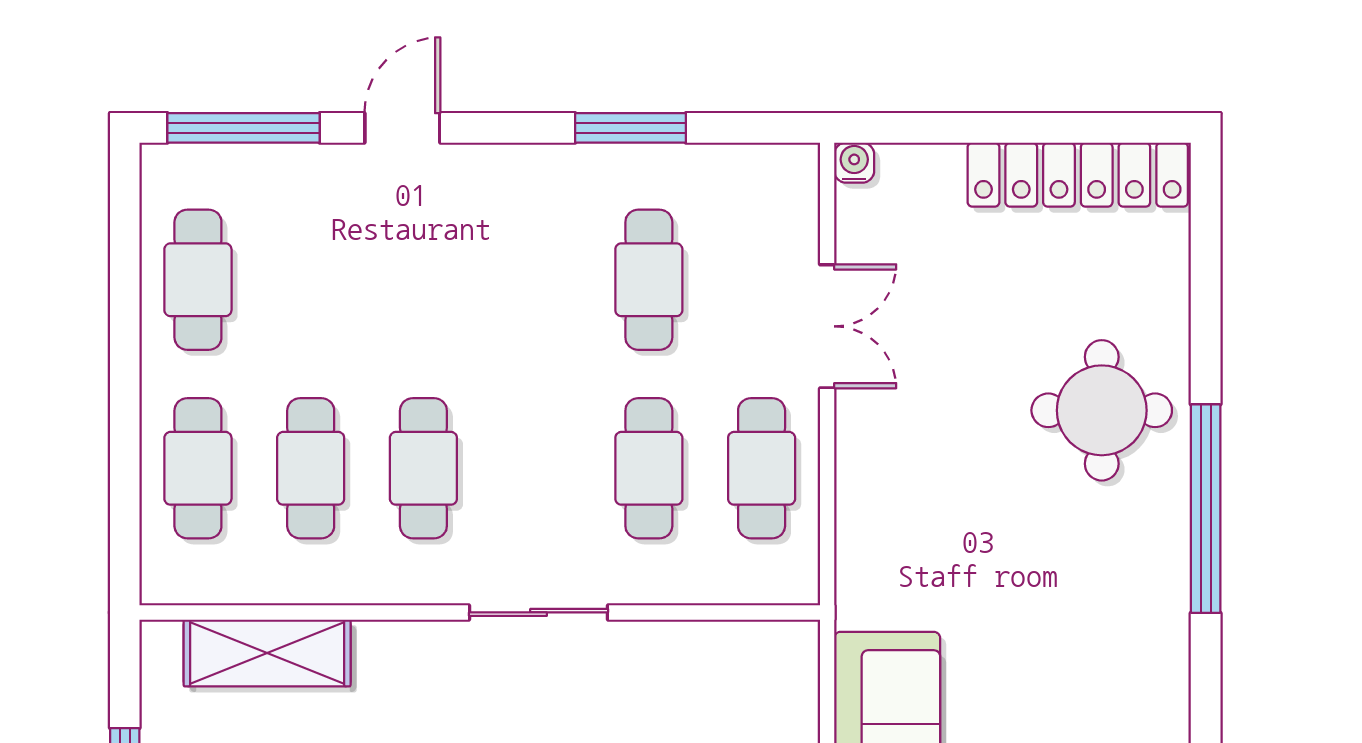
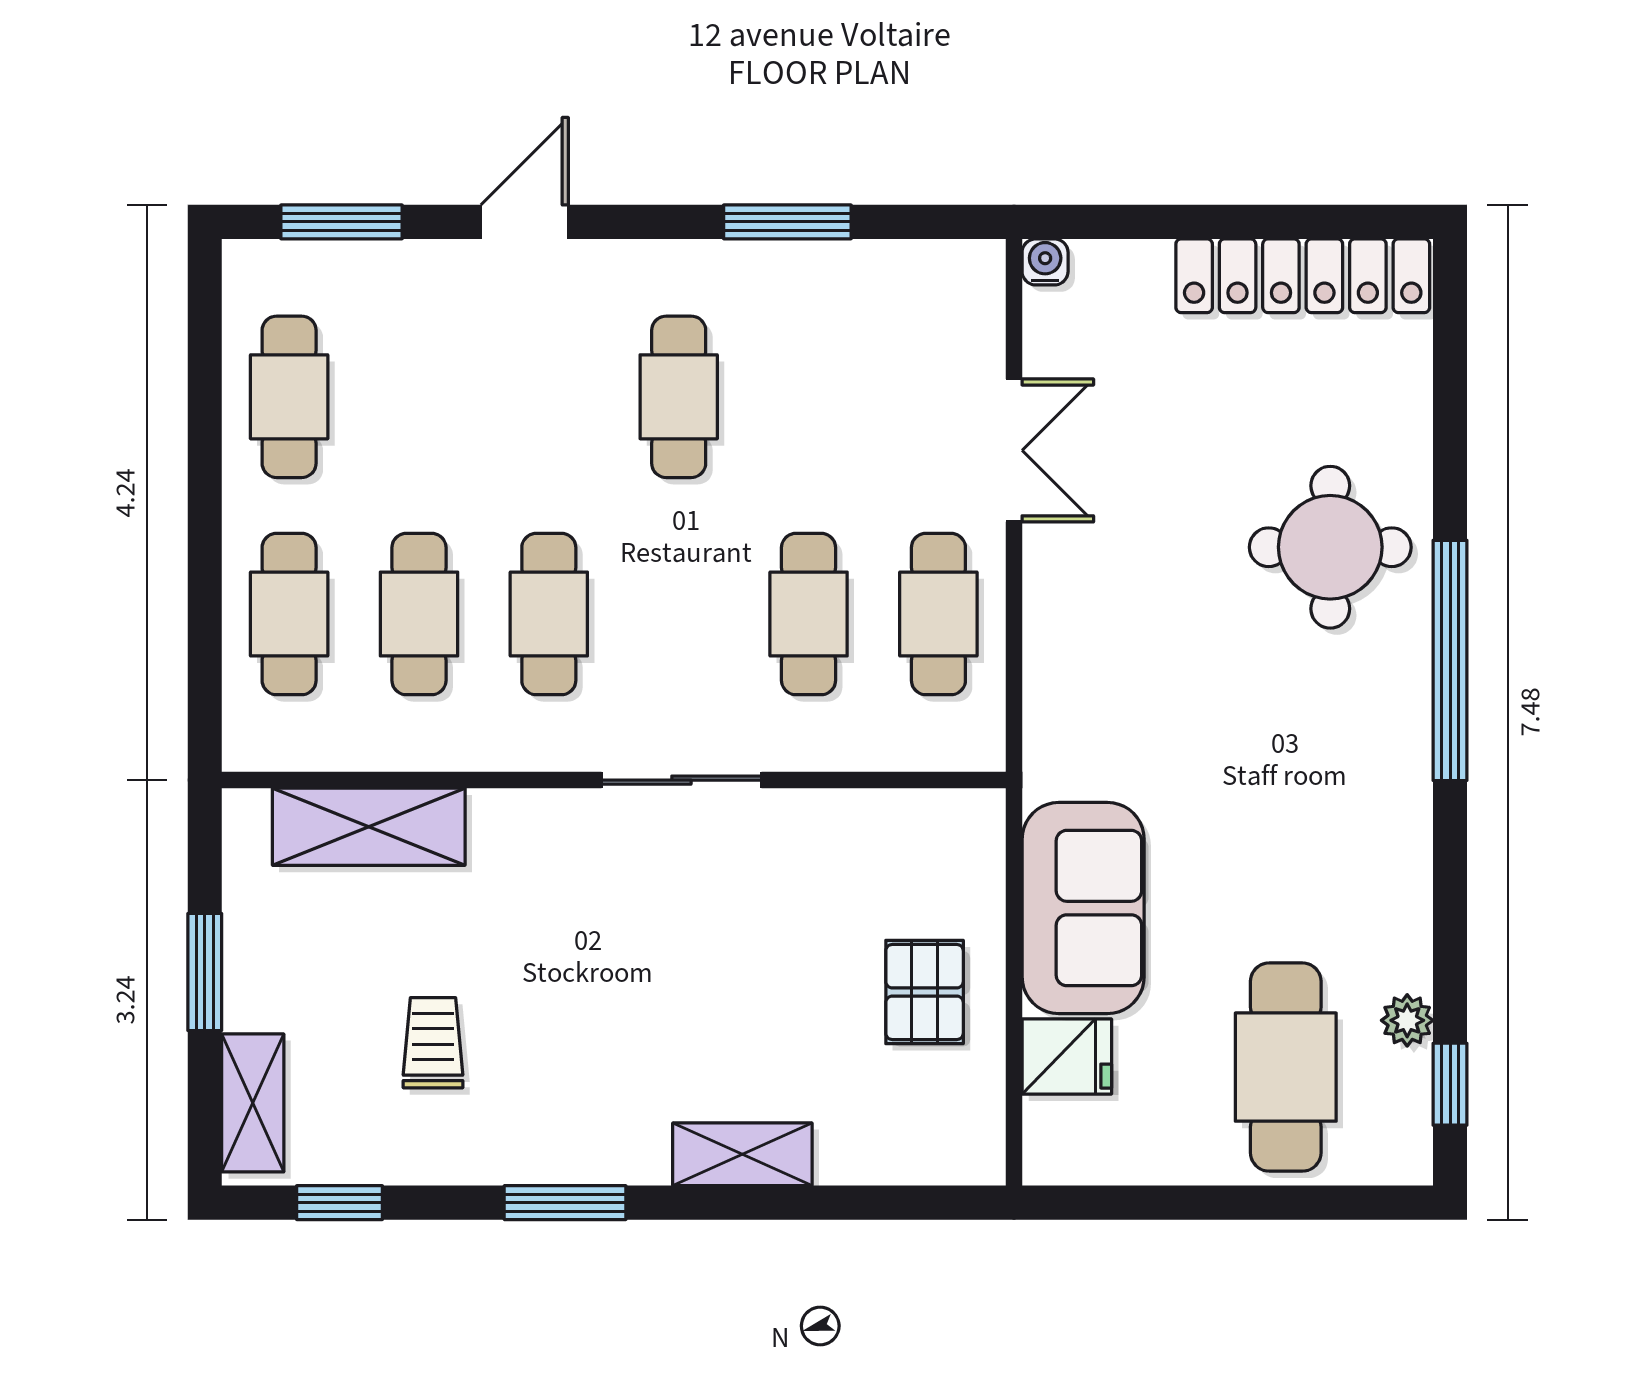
window: (243, 128) -> (341, 222), width x0.69
cafe table: (649, 280) -> (679, 397), moved

